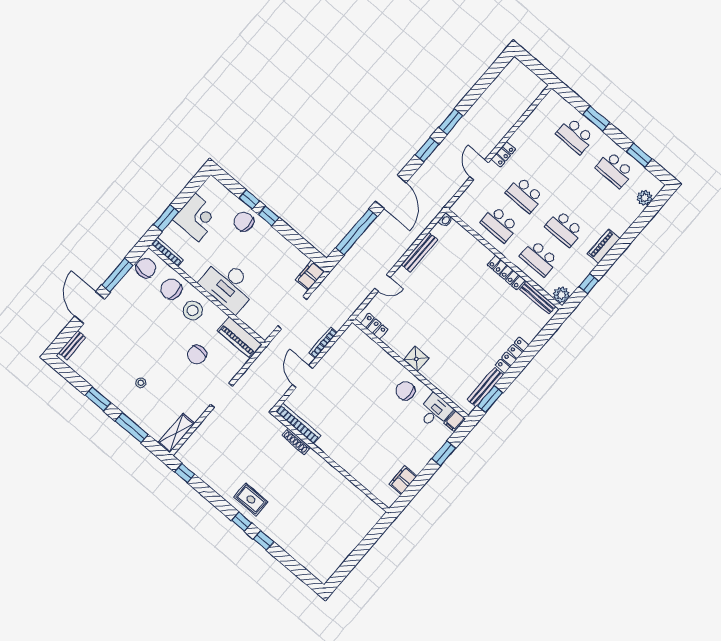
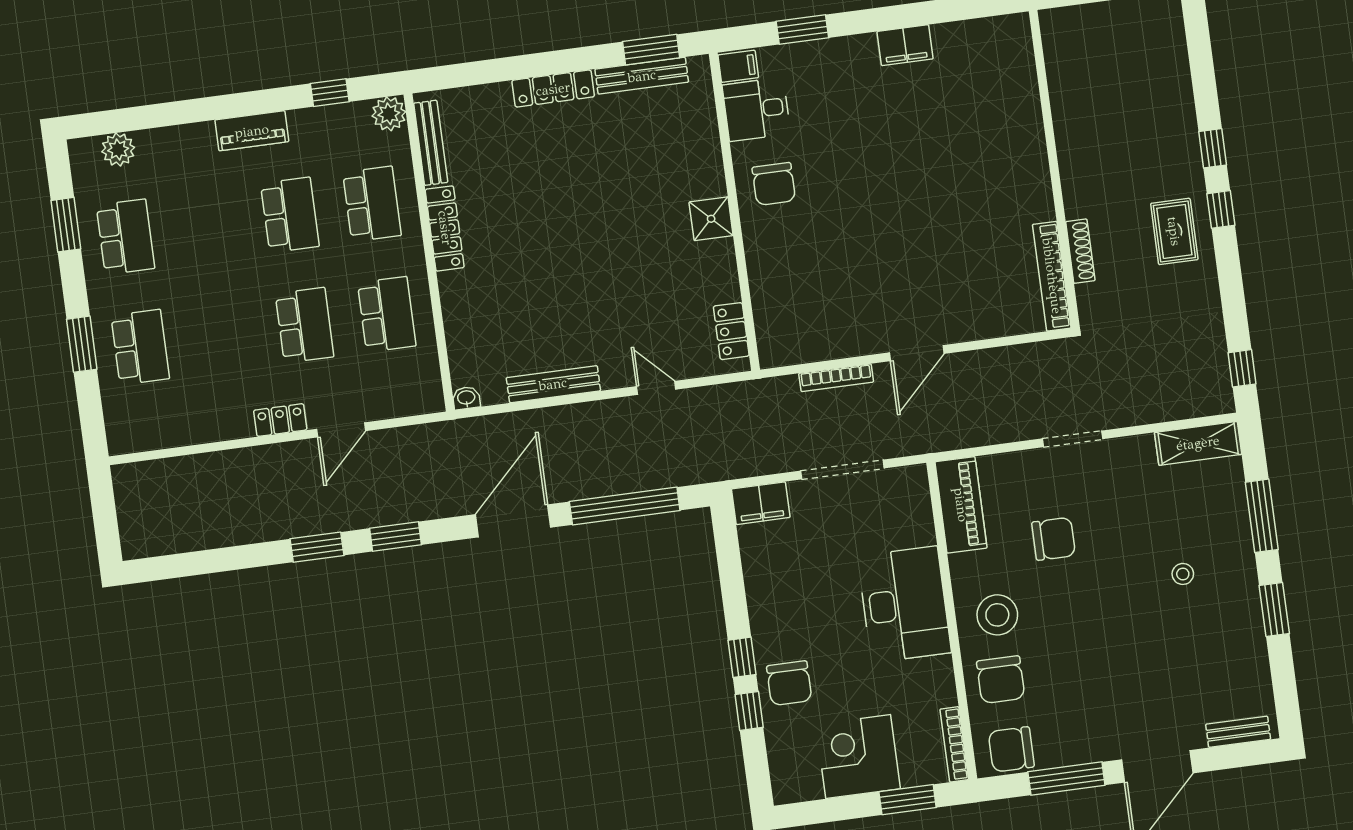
bookcase: (298, 424) -> (1052, 276), moved
shoe rack: (296, 441) -> (1080, 251), moved
wall: (331, 462) -> (1054, 169), moved

